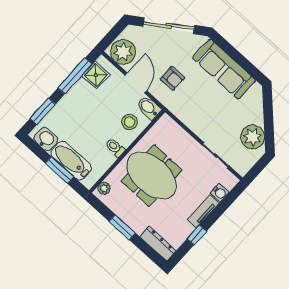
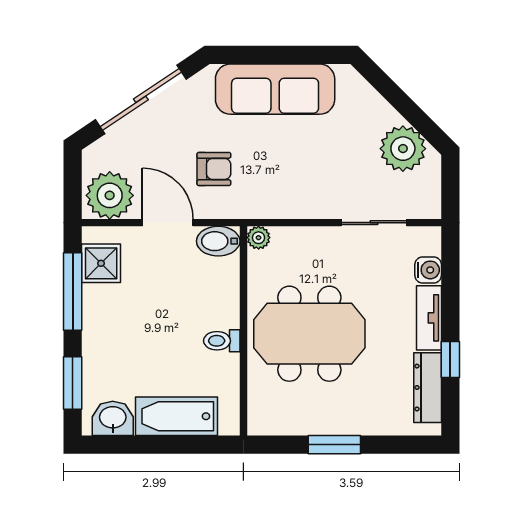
stool: (130, 122) -> (209, 286), removed
window: (59, 170) -> (172, 445), removed
plant: (104, 188) -> (259, 238), moved
dresser: (158, 244) -> (428, 388), moved, turned -90

